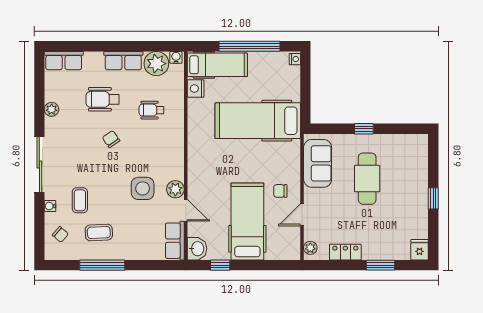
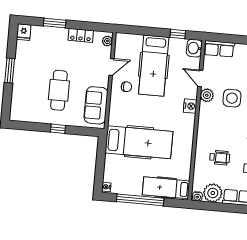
nightstand: (196, 89) -> (190, 106), moved
window: (433, 198) -> (10, 71), width x1.50
row of seats: (175, 241) -> (219, 49), moved, turned 90

